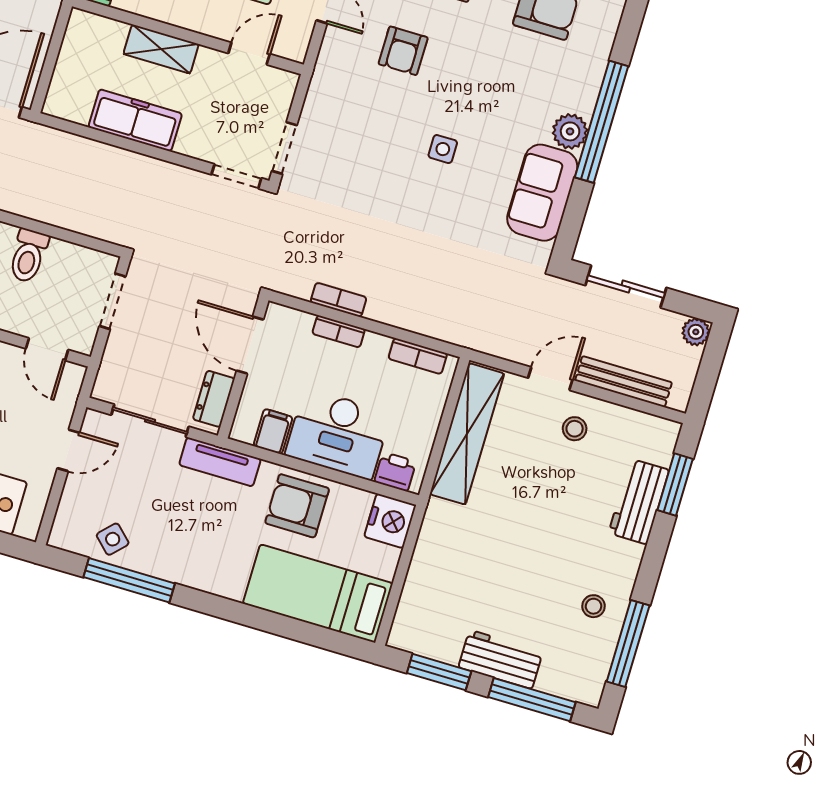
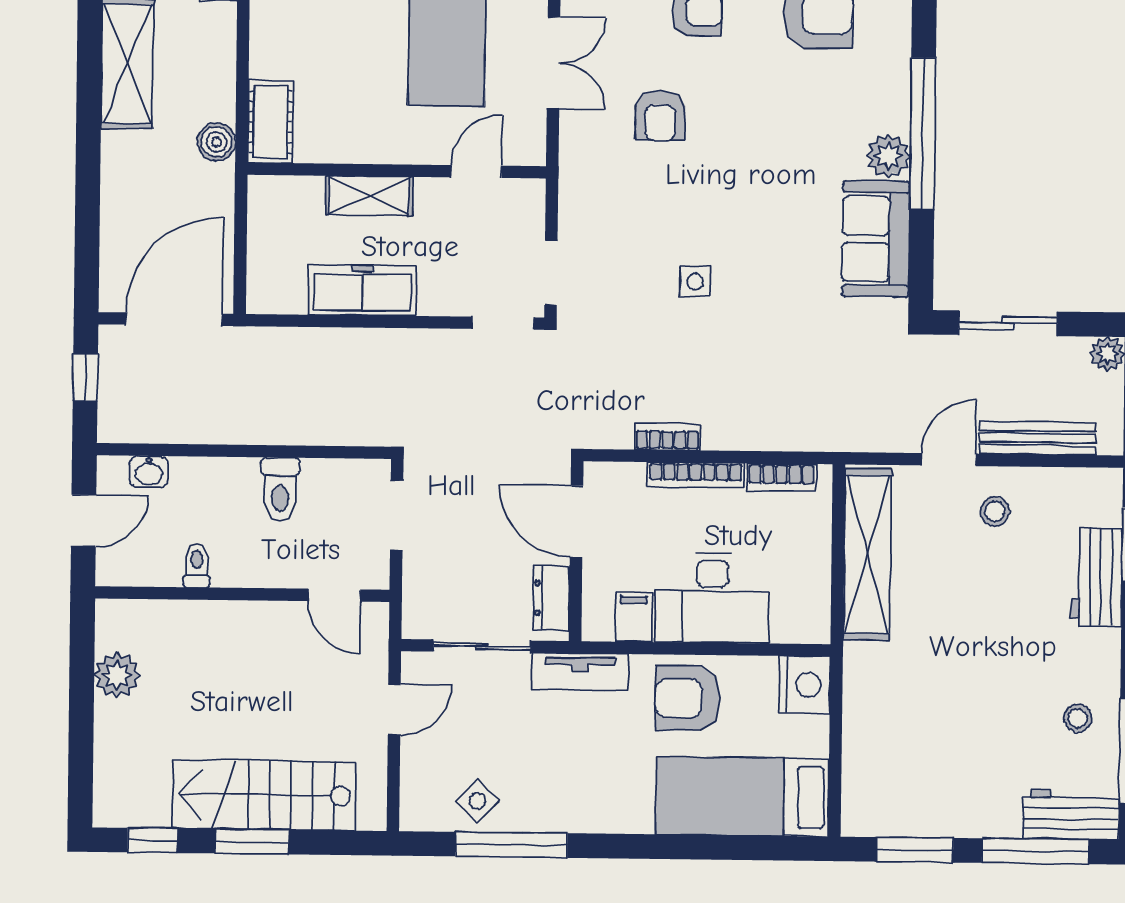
side table: (443, 149) -> (695, 281), moved
bookcase: (339, 331) -> (696, 475), width x1.56
printer: (395, 472) -> (794, 624), removed
workbench: (501, 659) -> (1071, 815), moved

